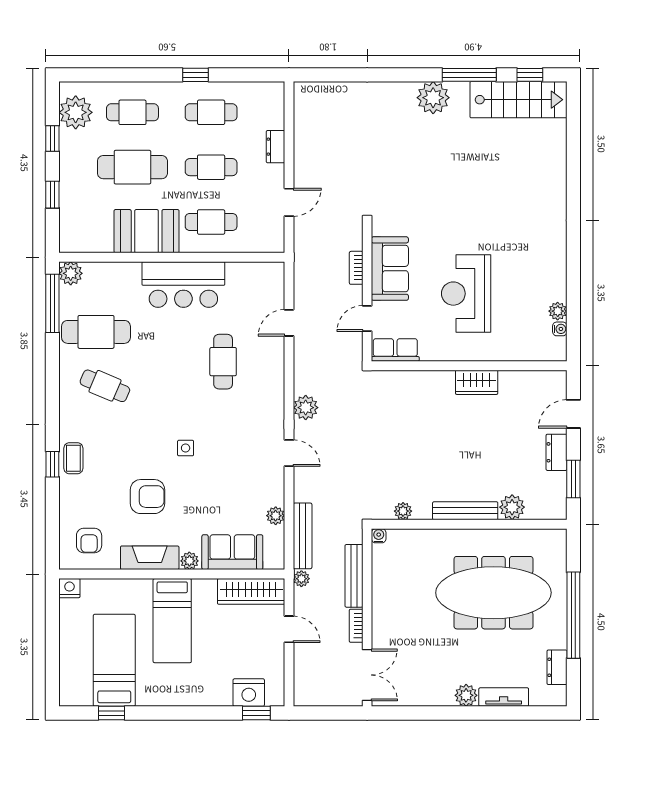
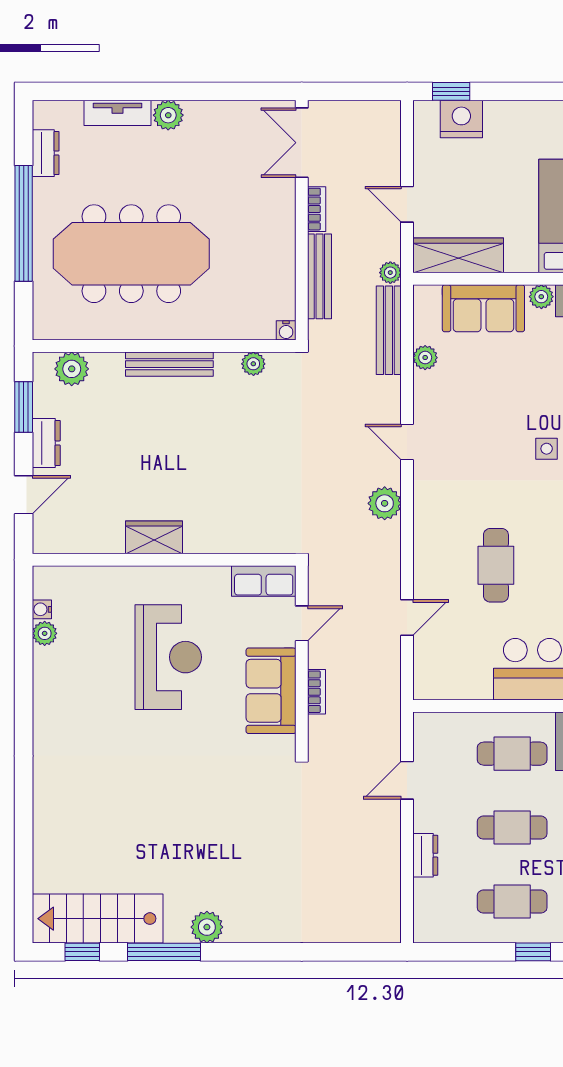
plant: (433, 98) -> (207, 927), width x0.73, depth x0.73
plant: (512, 507) -> (72, 369), moved

